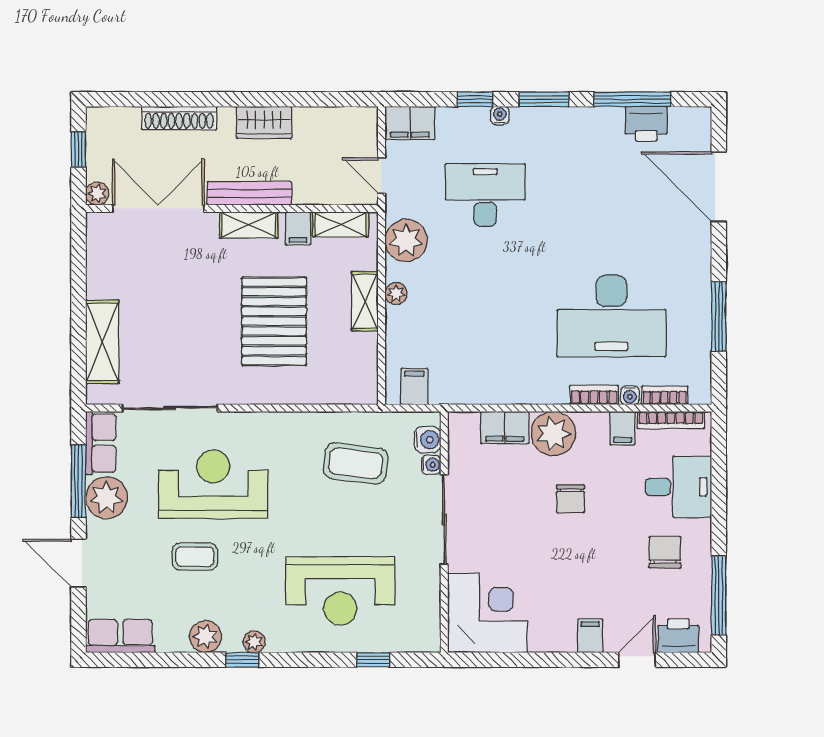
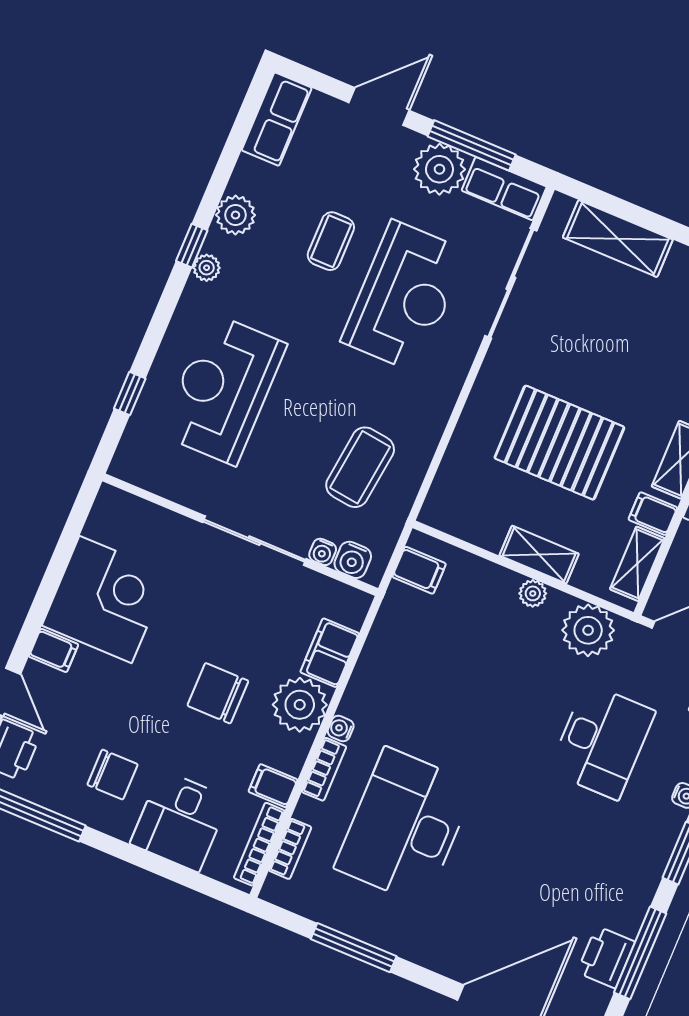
water cooler: (630, 395) -> (341, 729), moved
chair: (570, 499) -> (218, 693), width x1.37, depth x1.37
corner desk: (487, 613) -> (106, 600), moved, turned -90

